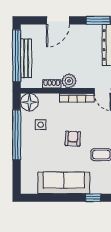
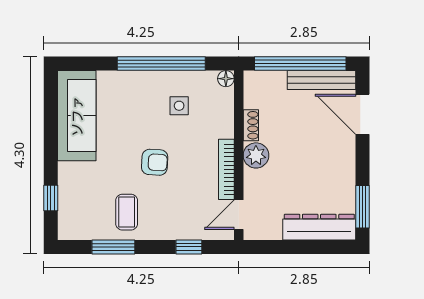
door: (58, 20) -> (362, 114), moved
bench: (26, 58) -> (321, 80), moved
floor lamp: (29, 102) -> (226, 79), width x0.53, depth x0.53
sofa: (64, 183) -> (77, 116), moved

